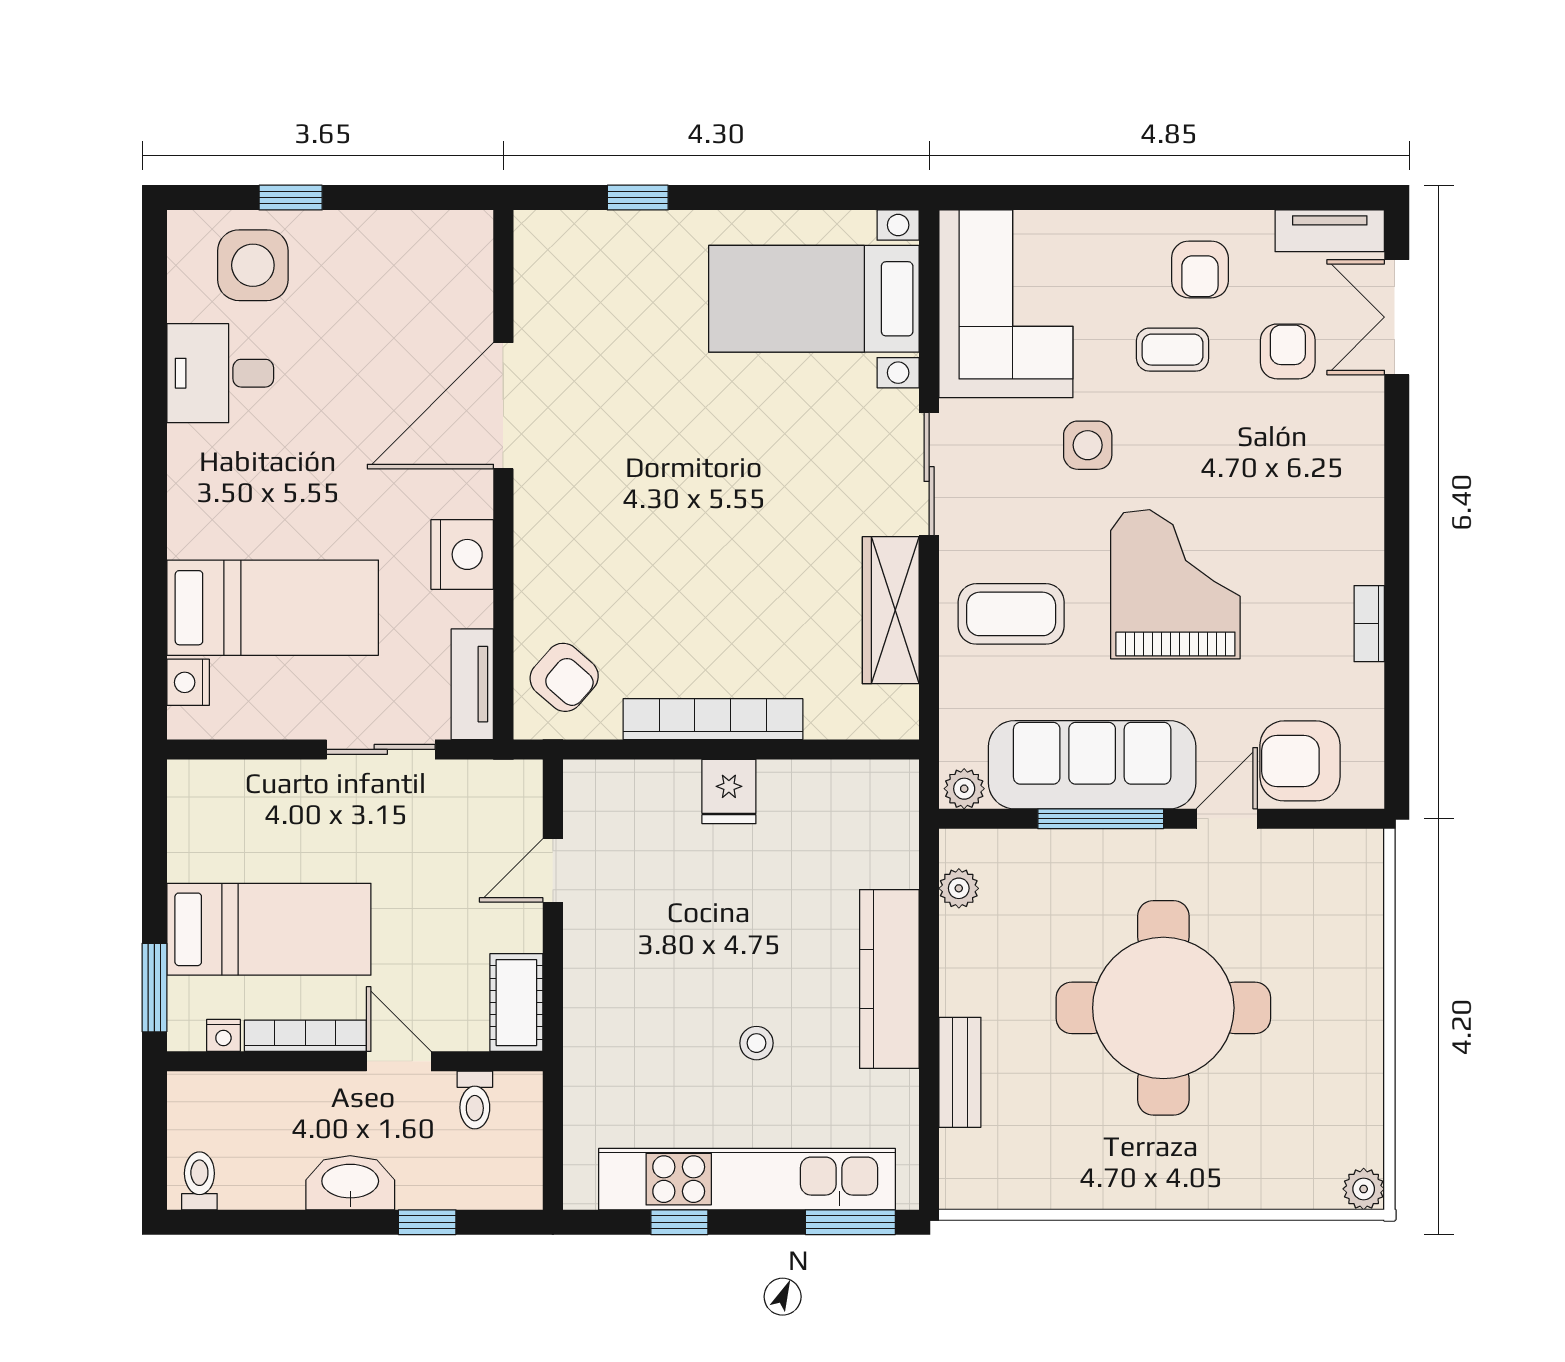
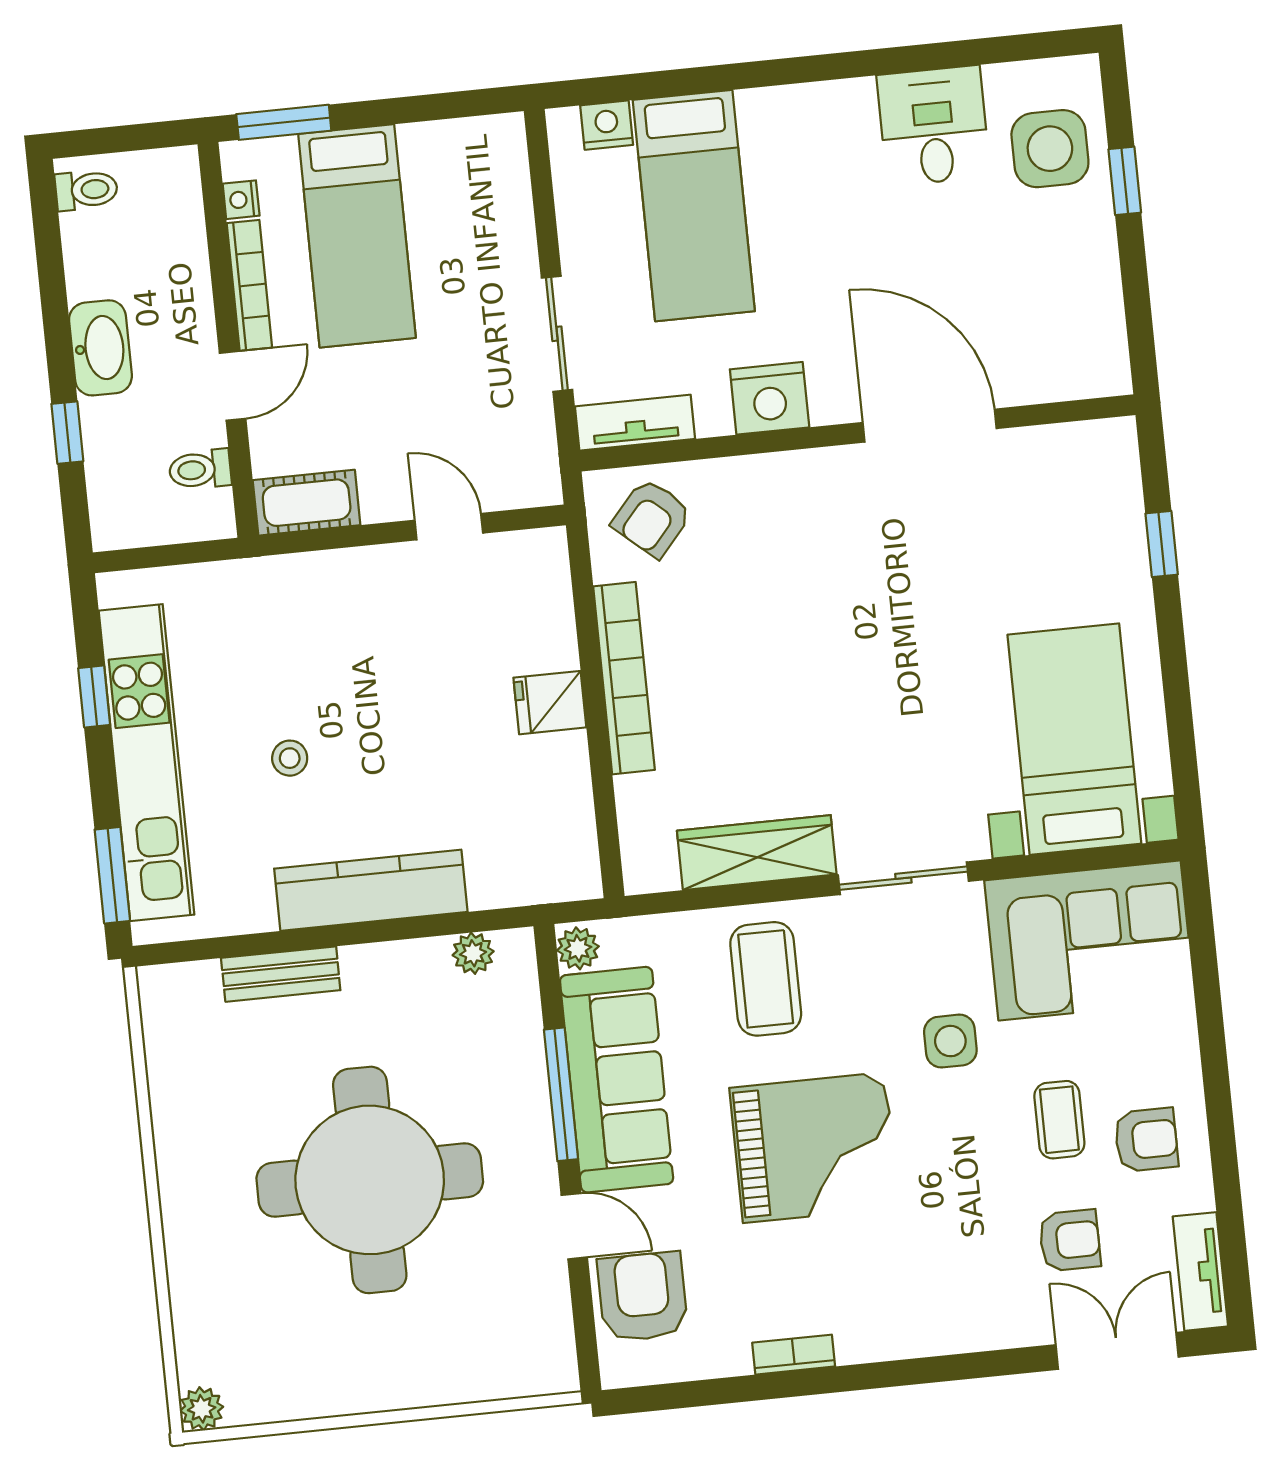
armchair: (1200, 269) -> (1146, 1140), turned 180

